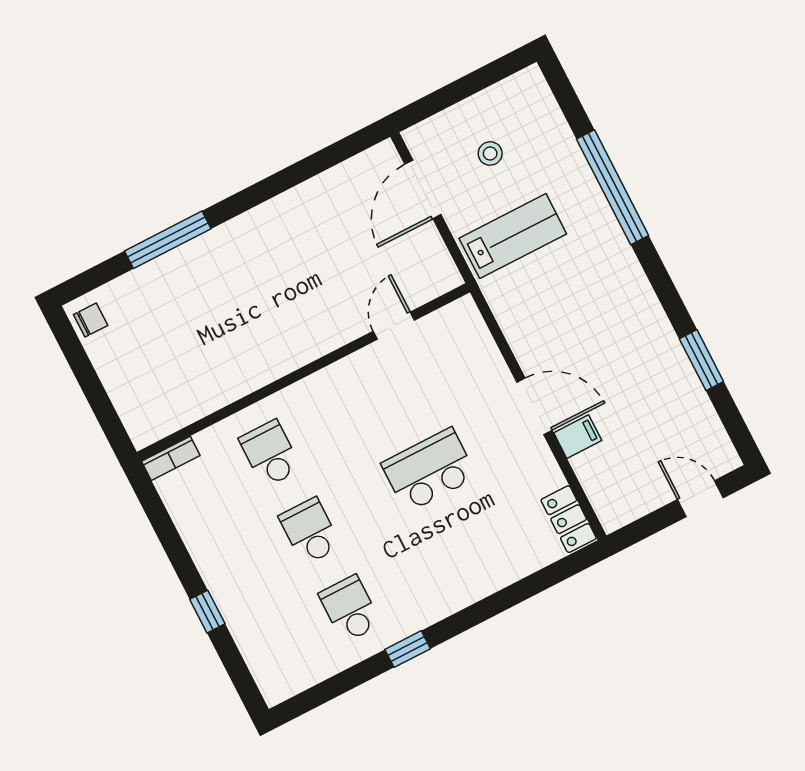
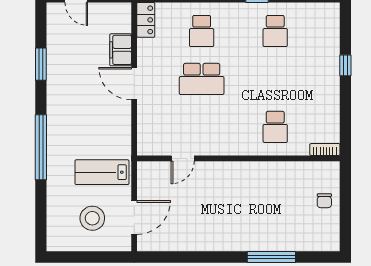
stool: (490, 153) -> (92, 218), width x1.89, depth x1.89
window: (613, 187) -> (41, 147), moved
chair: (91, 320) -> (324, 201), moved, turned -90
filing cabinet: (578, 437) -> (121, 50), width x2.00
school desk: (310, 531) -> (202, 31), moved

